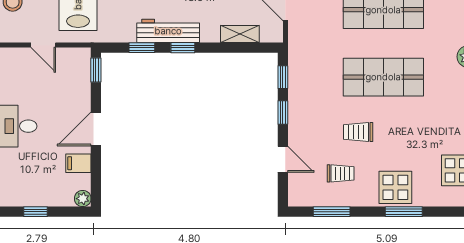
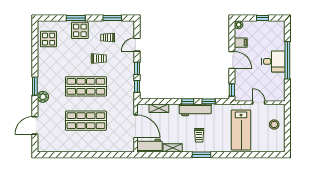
door: (96, 129) -> (232, 60), hinge flipped
door: (283, 159) -> (137, 45), hinge flipped

